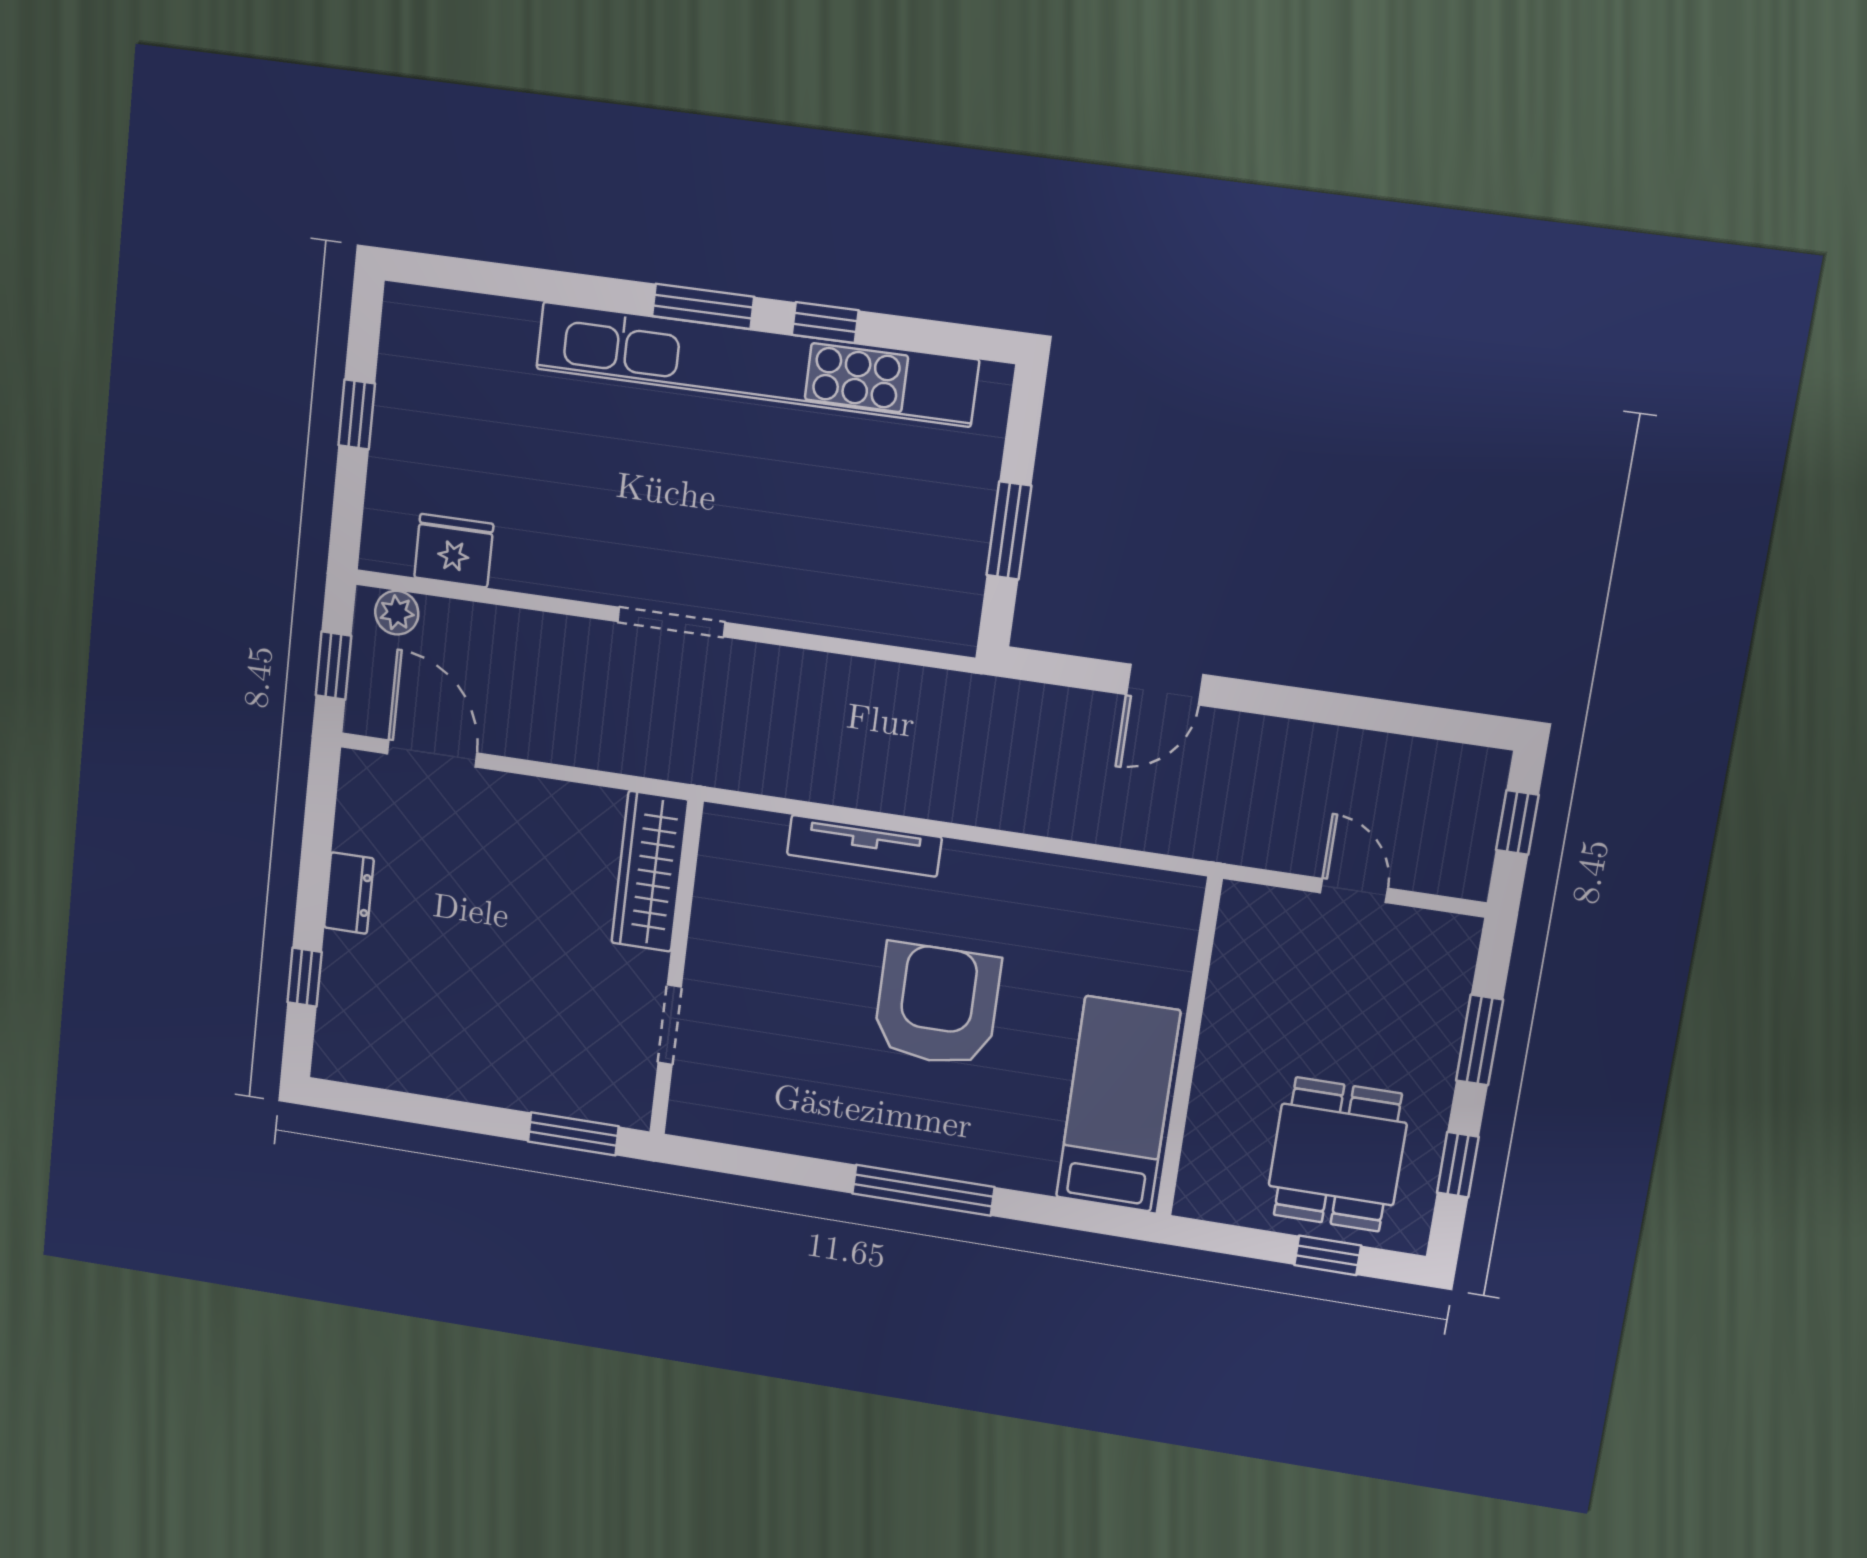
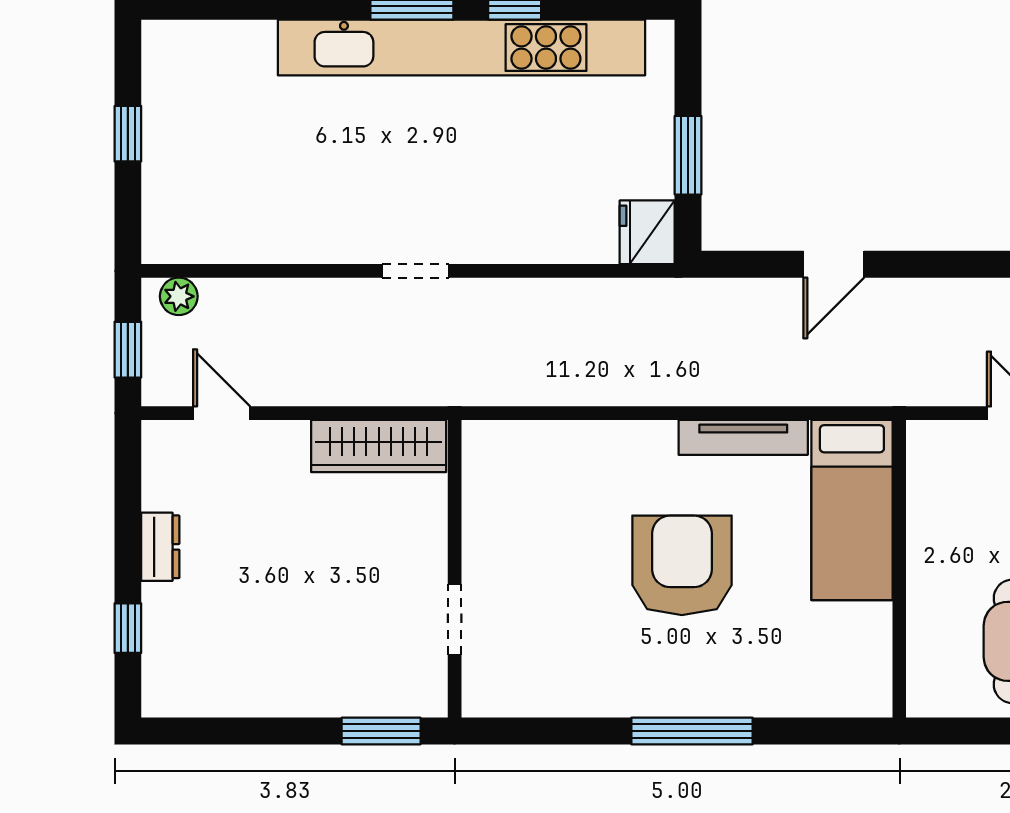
fridge: (454, 551) -> (647, 232), moved, turned -90
doorway: (671, 622) -> (416, 271), width x0.73
door: (432, 753) -> (222, 413), width x0.73
tv unit: (864, 846) -> (743, 437), moved
wardrobe: (650, 871) -> (379, 446), moved, turned -90
bed: (1118, 1104) -> (852, 510), moved, turned 180

